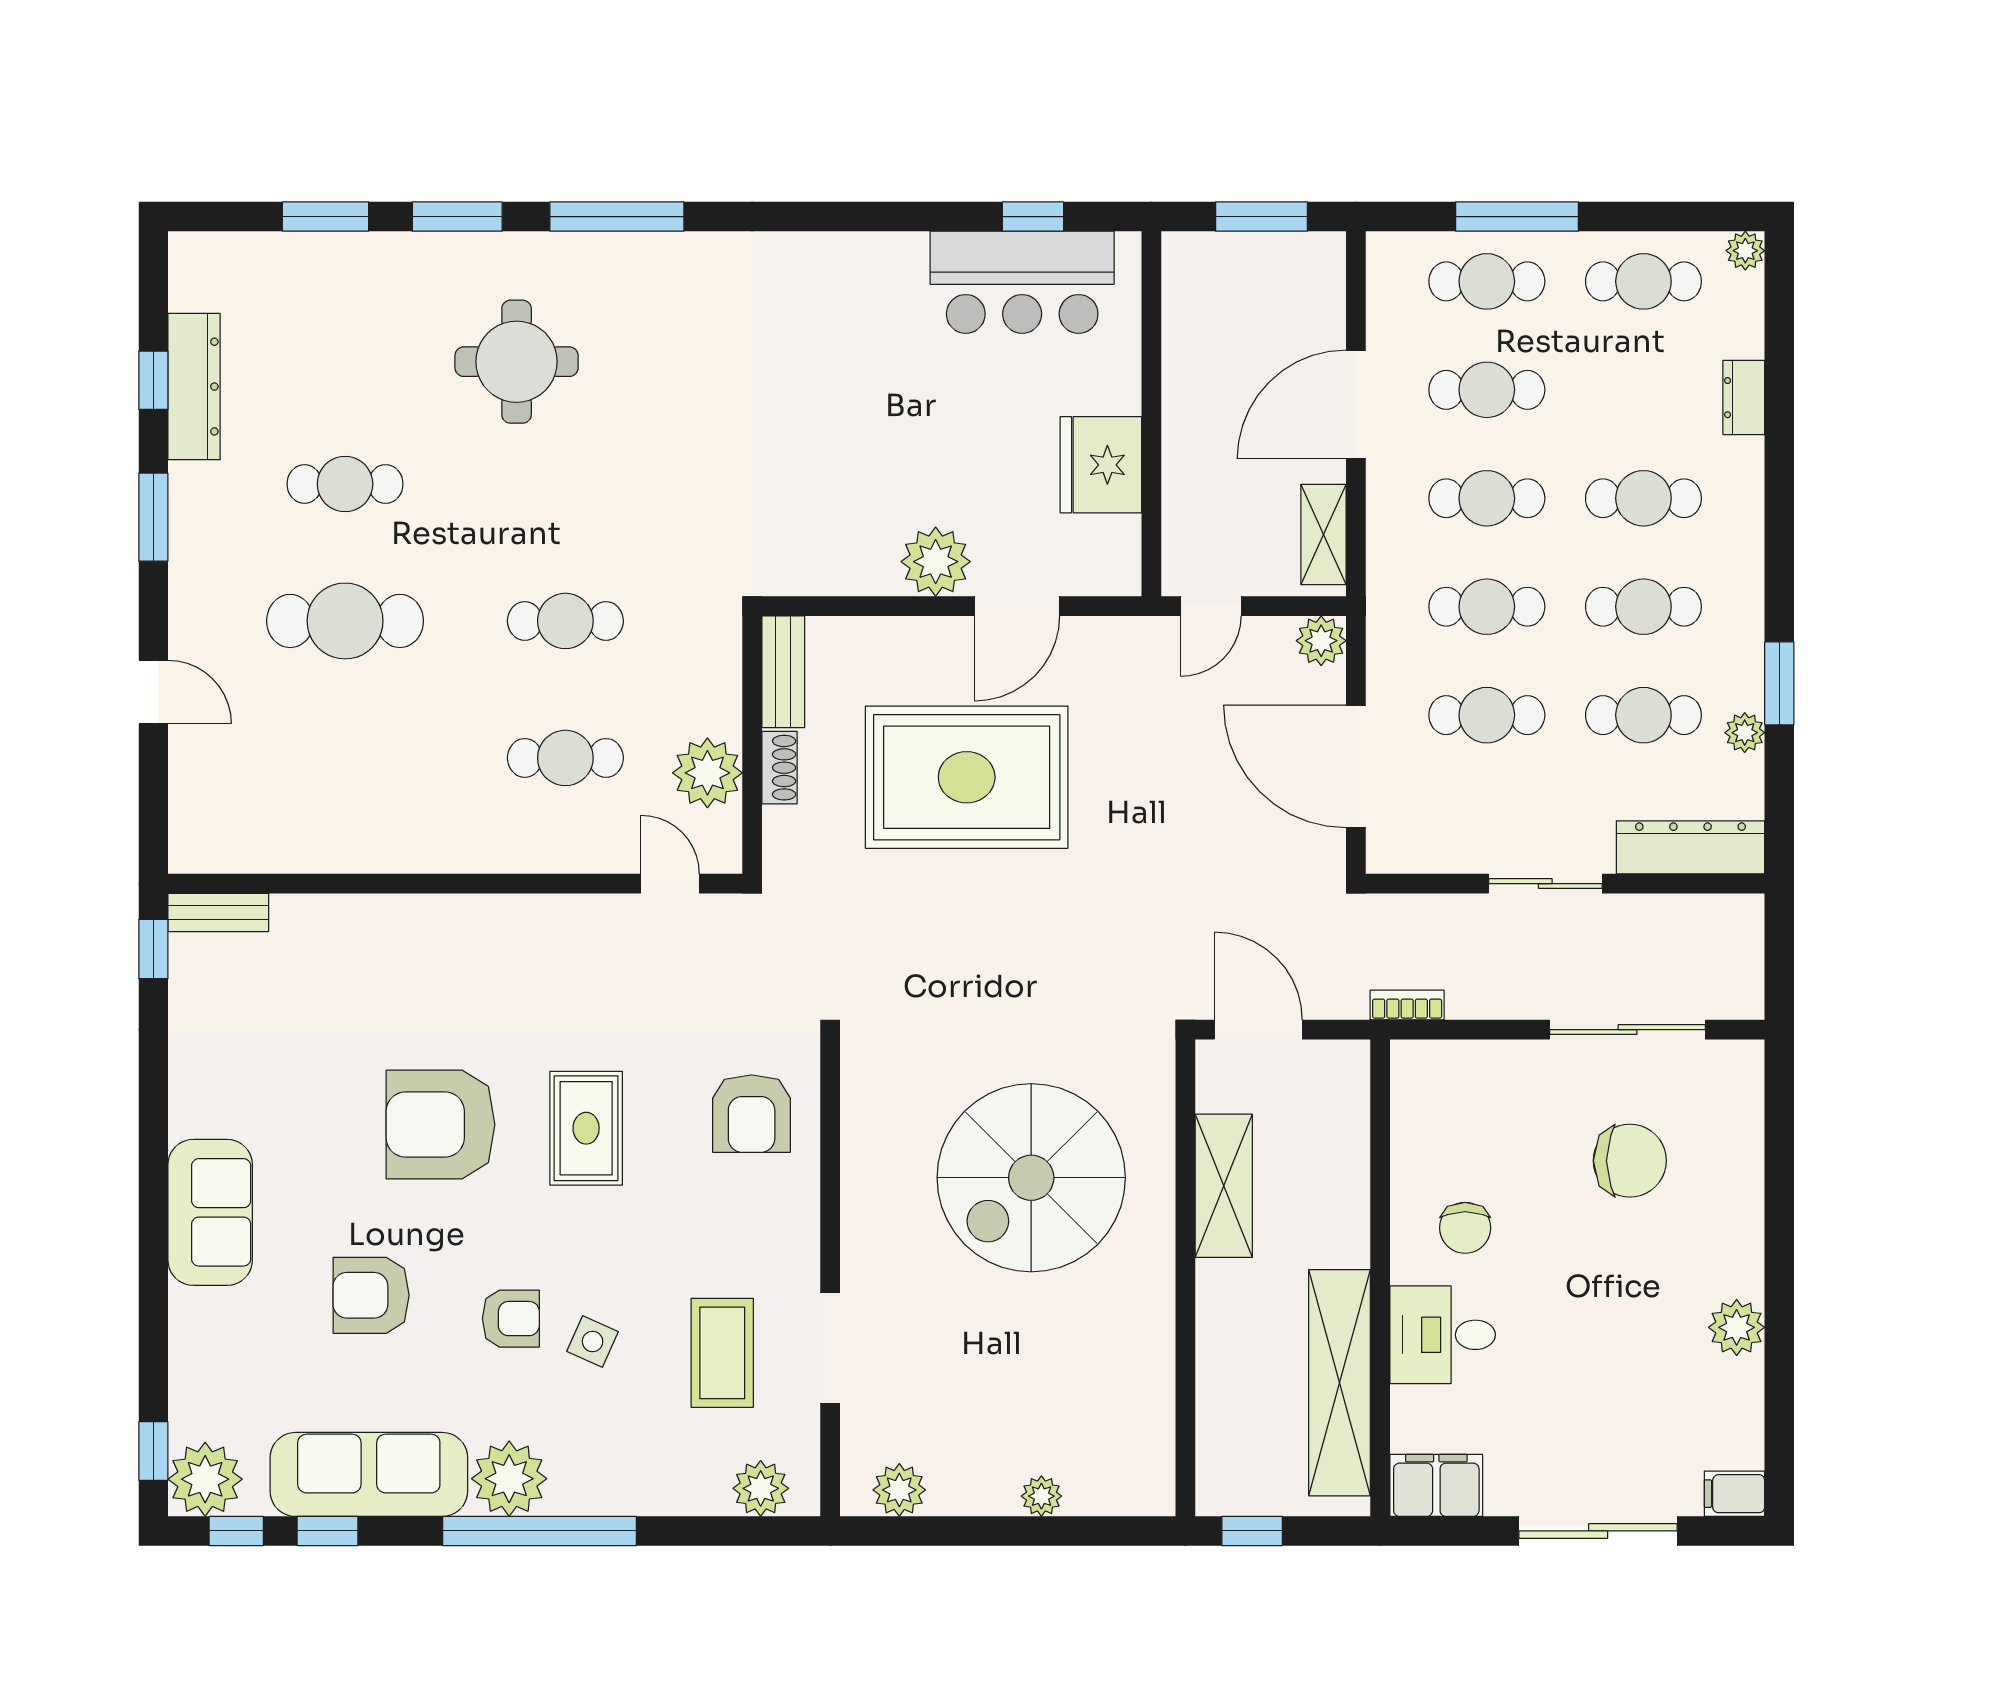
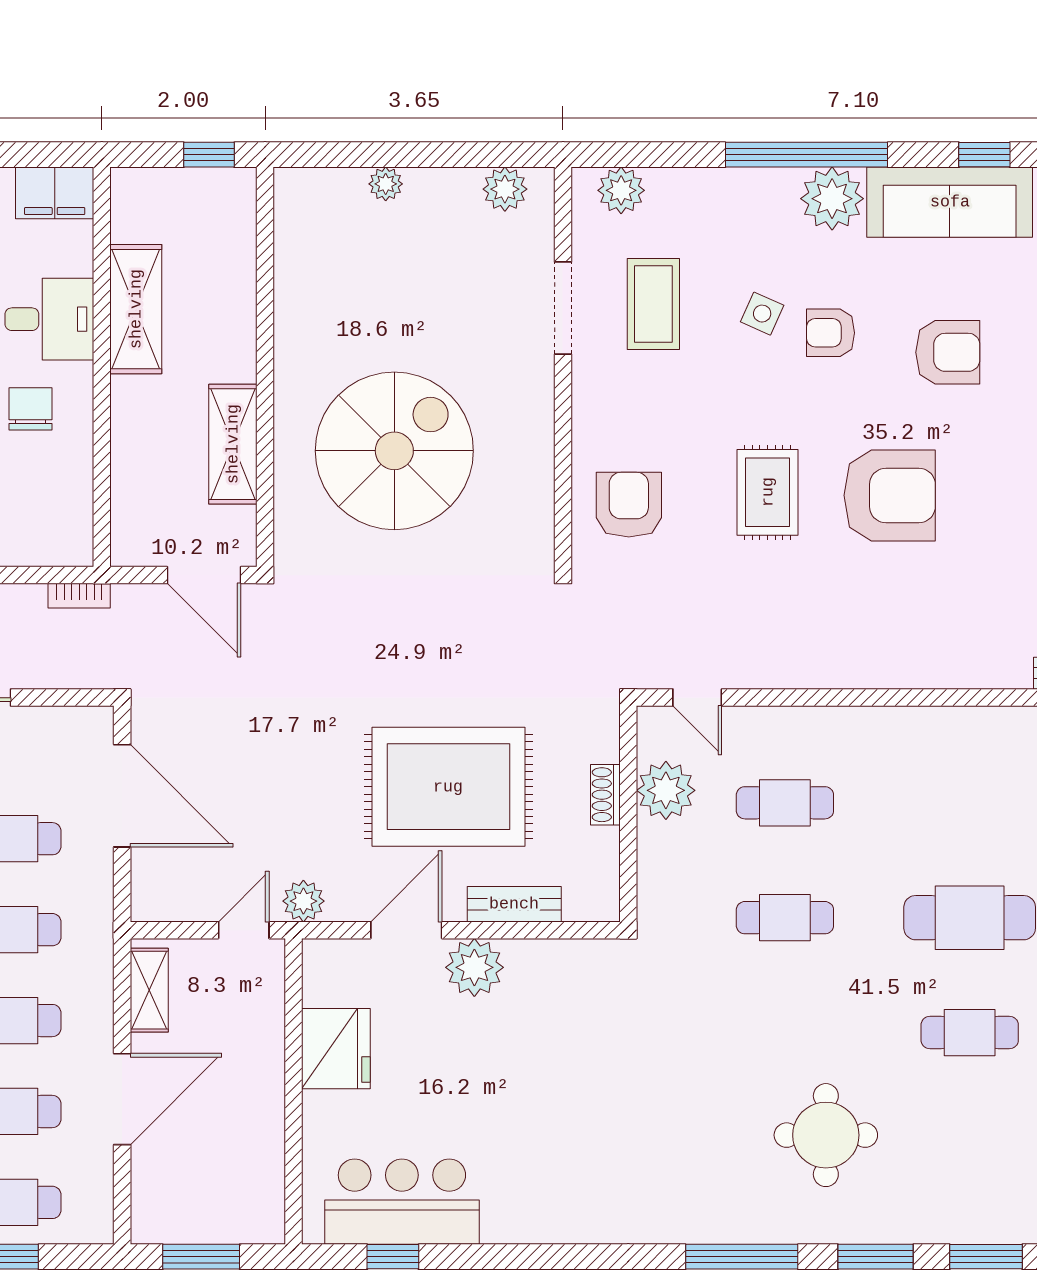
plant: (1321, 641) -> (303, 901), moved
bench: (783, 672) -> (514, 904), moved, turned 90
shelving: (1340, 1383) -> (136, 309), width x0.68

